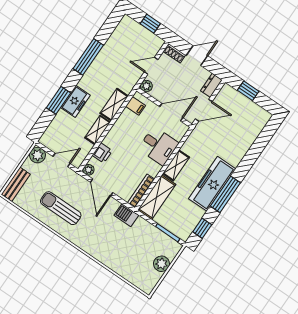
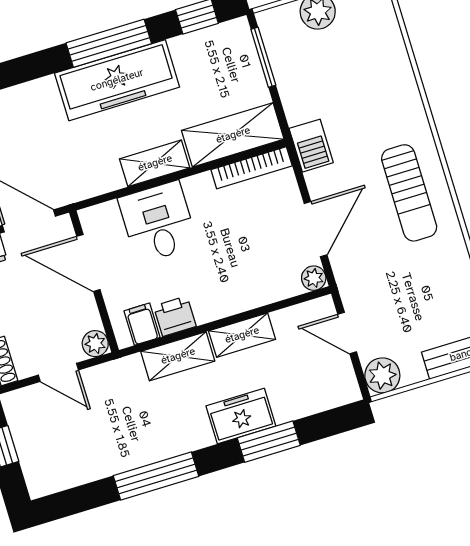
printer: (102, 153) -> (175, 316), moved
sun lounger: (61, 208) -> (409, 193), moved

